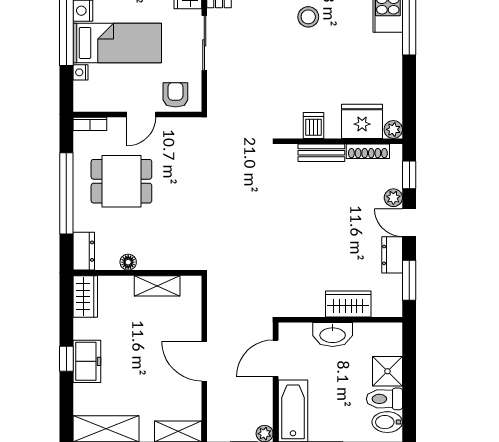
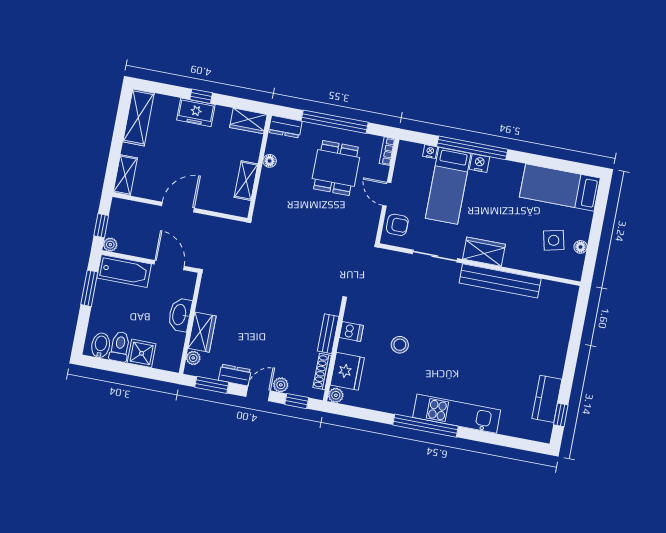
stool: (308, 17) -> (400, 345), moved
plant: (381, 308) -> (193, 358), added

